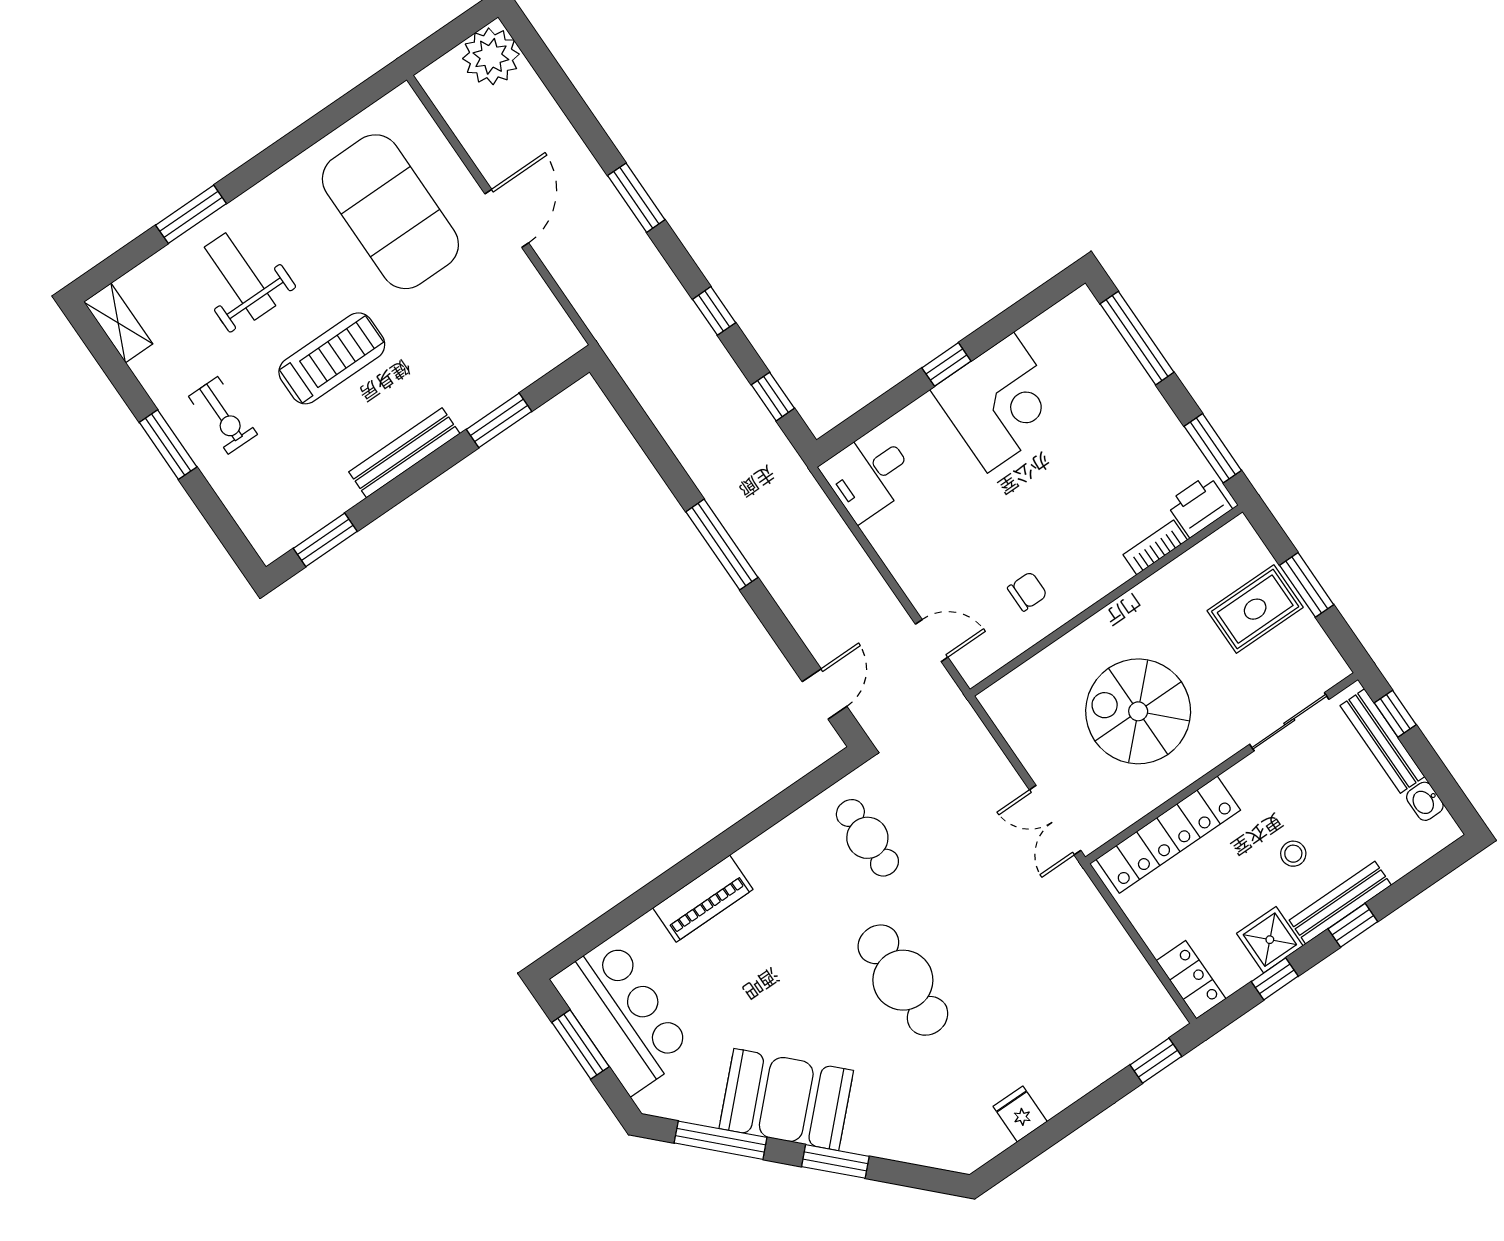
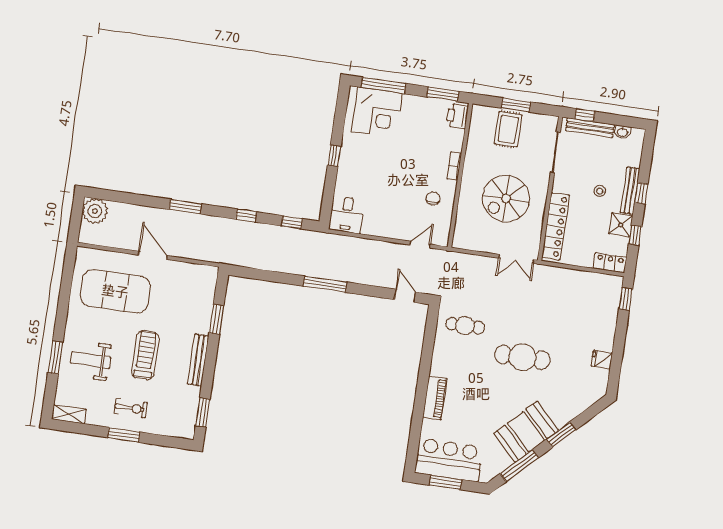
corner desk: (1000, 403) -> (377, 112), moved, turned 90
bookcase: (1155, 547) -> (454, 166), moved

